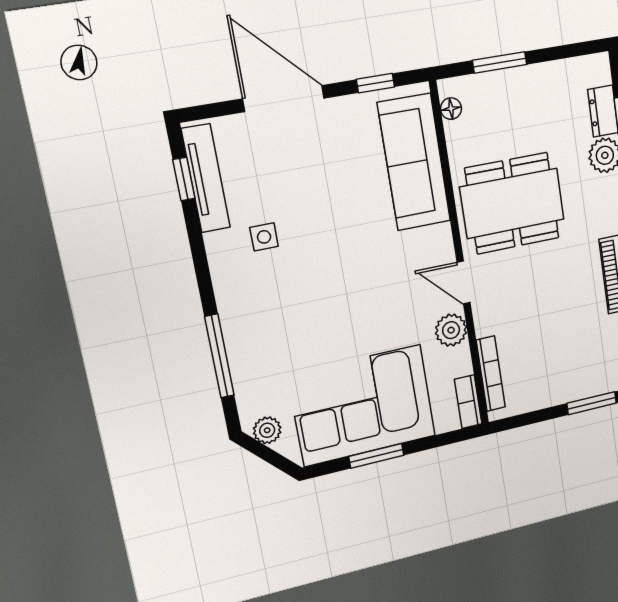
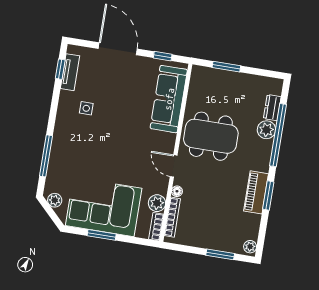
floor lamp: (451, 109) -> (177, 191), moved
tv unit: (206, 178) -> (70, 72), width x0.71
plant: (451, 330) -> (157, 203), moved

